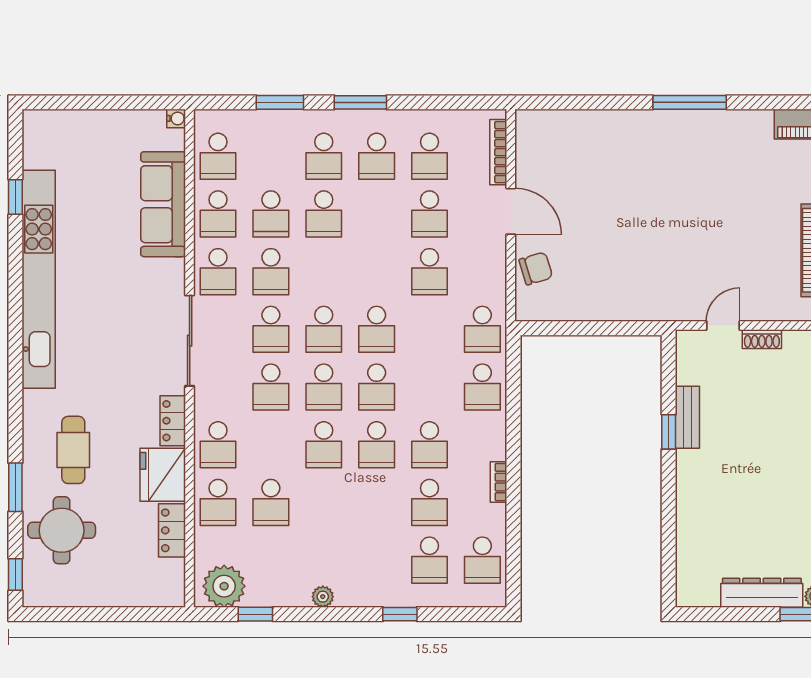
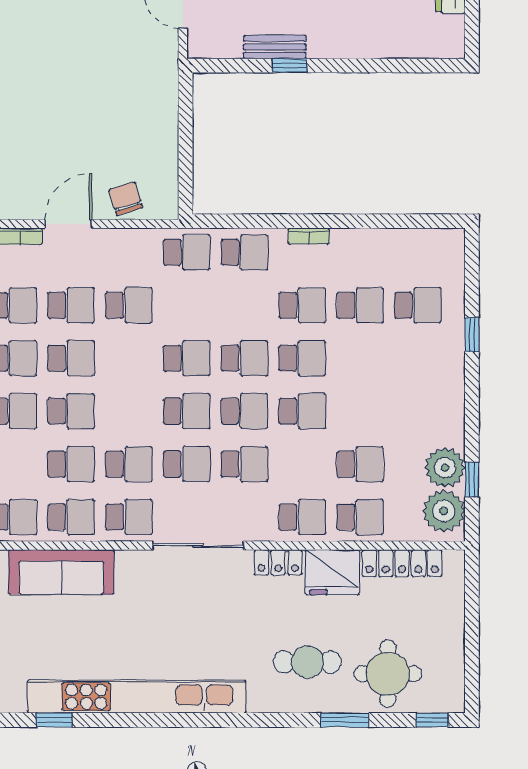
bookcase: (499, 482) -> (309, 236), moved
locker: (172, 530) -> (402, 563), width x1.53
school desk: (482, 560) -> (71, 358), moved
plant: (323, 597) -> (445, 468), moved, width x1.88, depth x1.88

